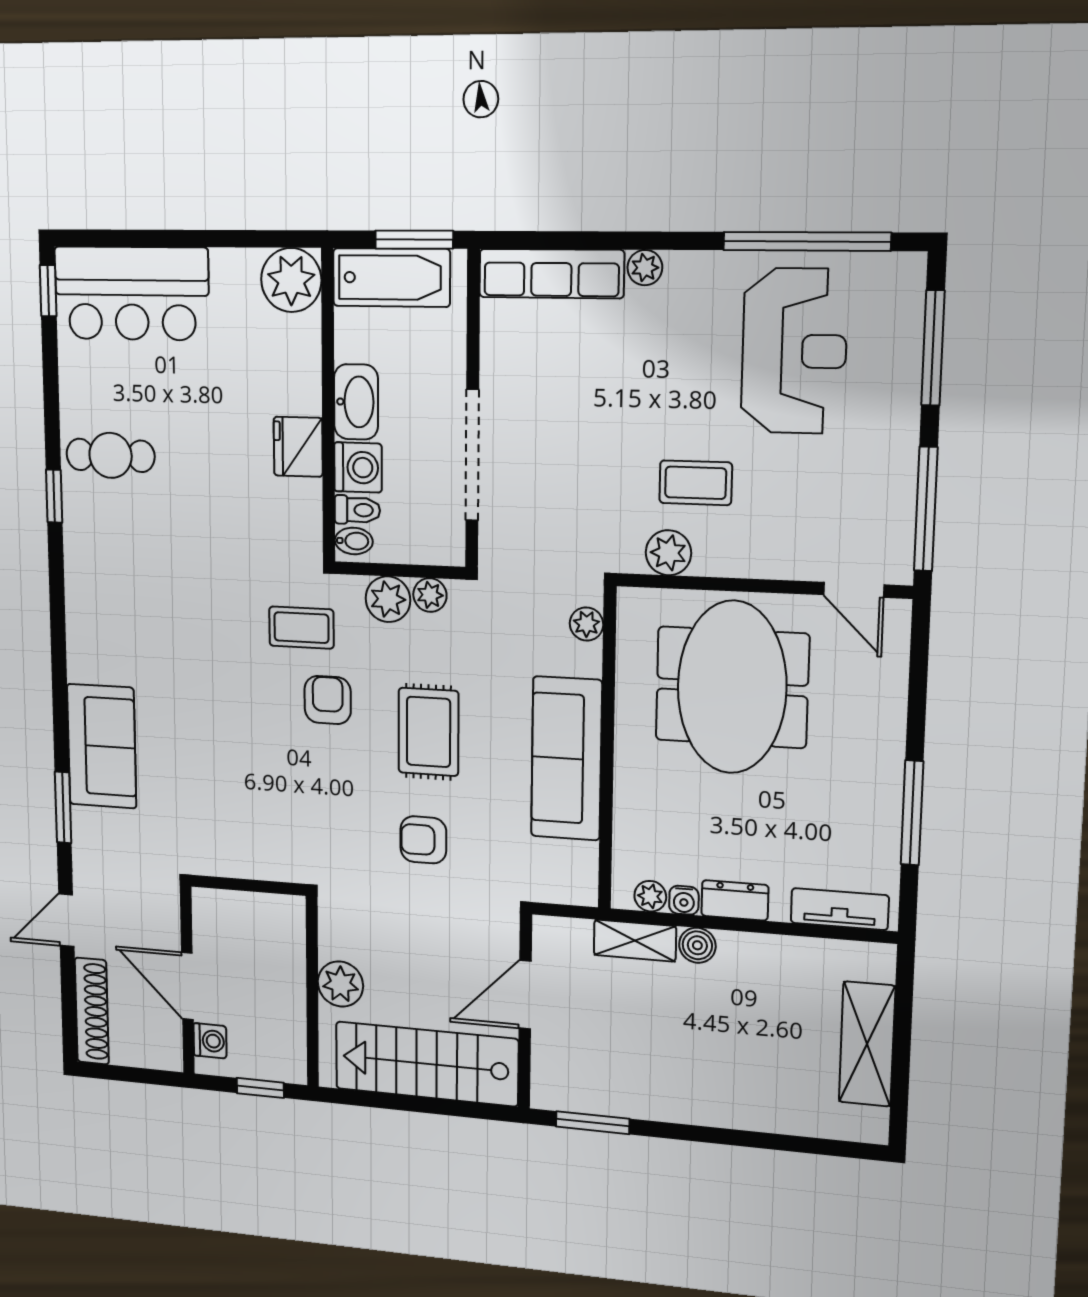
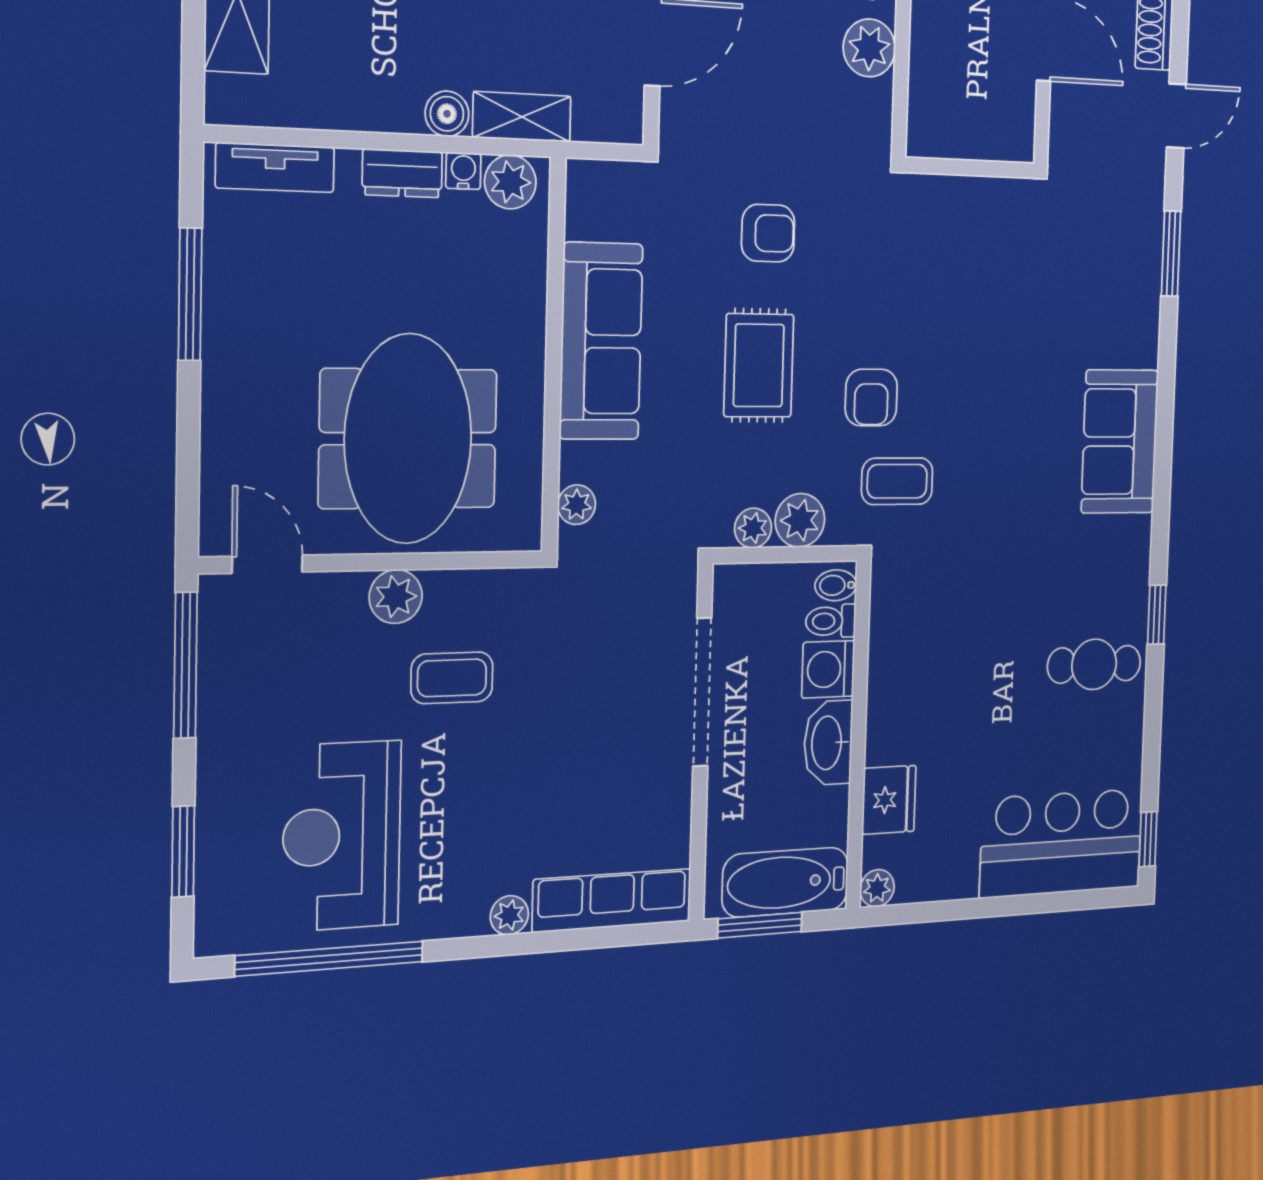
plant: (291, 280) -> (877, 888), width x0.53, depth x0.53
window: (933, 348) -> (183, 851), width x0.69
fridge: (298, 447) -> (889, 800), moved
plant: (668, 553) -> (396, 597), moved
sofa: (102, 746) -> (1120, 442), moved
plant: (650, 896) -> (510, 182), width x1.38, depth x1.38

